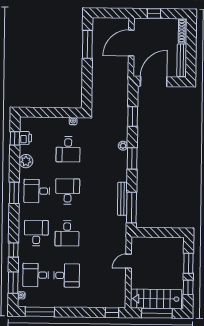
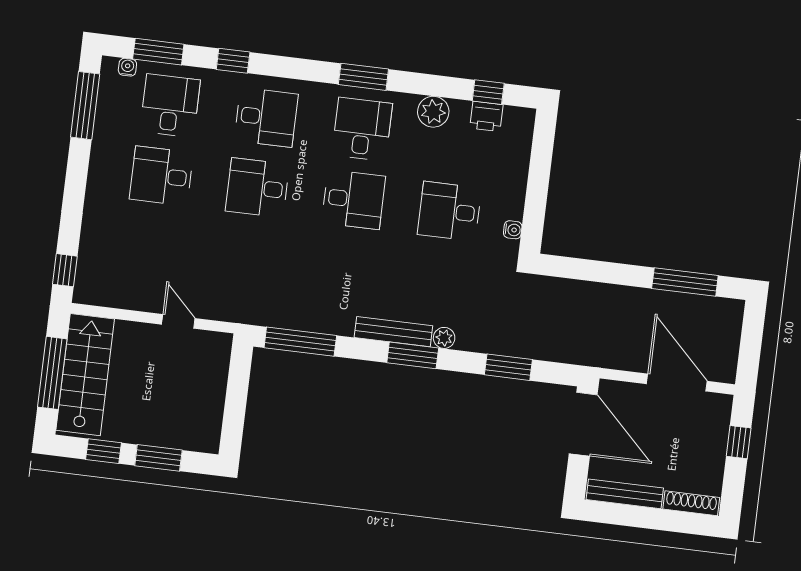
bench: (122, 199) -> (393, 332), moved
desk: (67, 275) -> (161, 176), turned 90

